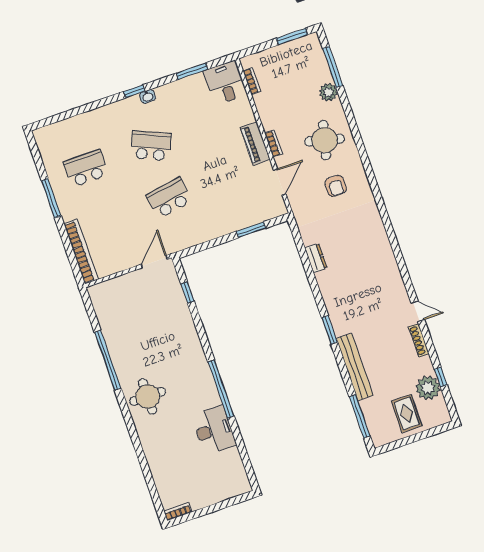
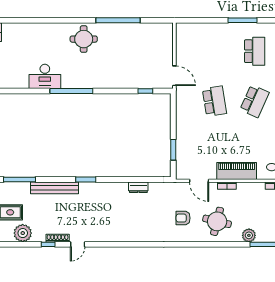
piano: (255, 143) -> (237, 171), width x1.37, depth x1.33
bookcase: (81, 252) -> (199, 28), removed
window: (441, 377) -> (48, 244), moved

